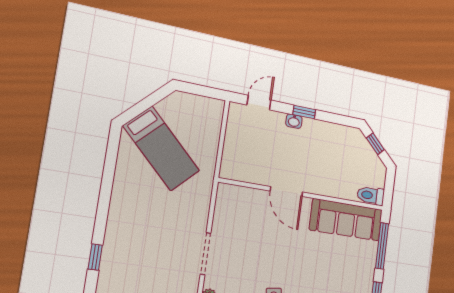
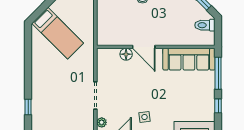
toilet: (371, 195) -> (205, 25), moved
floor lamp: (260, 198) -> (126, 54), added

